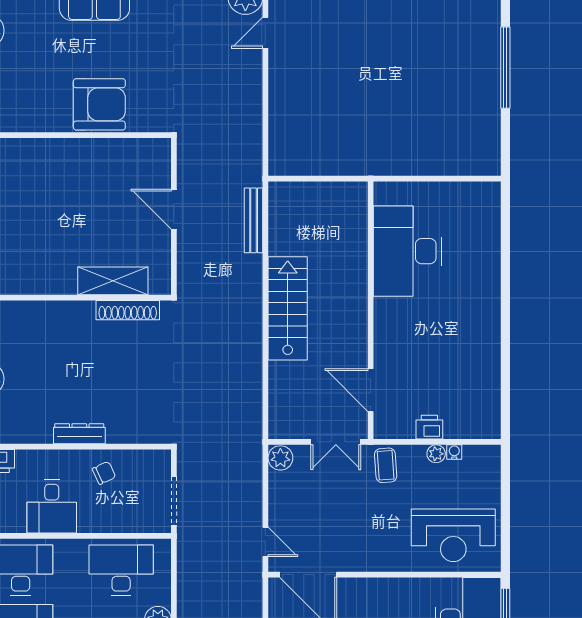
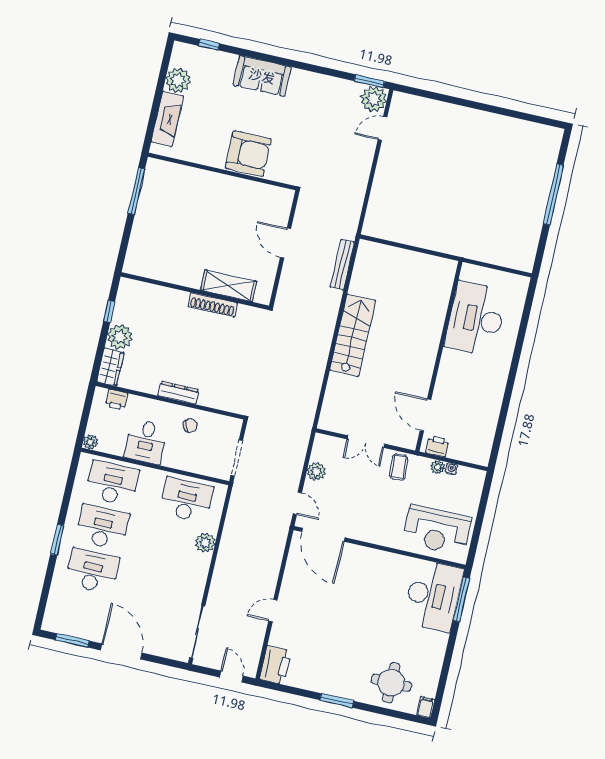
desk: (407, 251) -> (476, 319), moved
shoe rack: (128, 310) -> (213, 305), moved
wall: (371, 310) -> (439, 356), moved
door: (371, 390) -> (426, 415), moved
plant: (280, 458) -> (316, 472), moved

